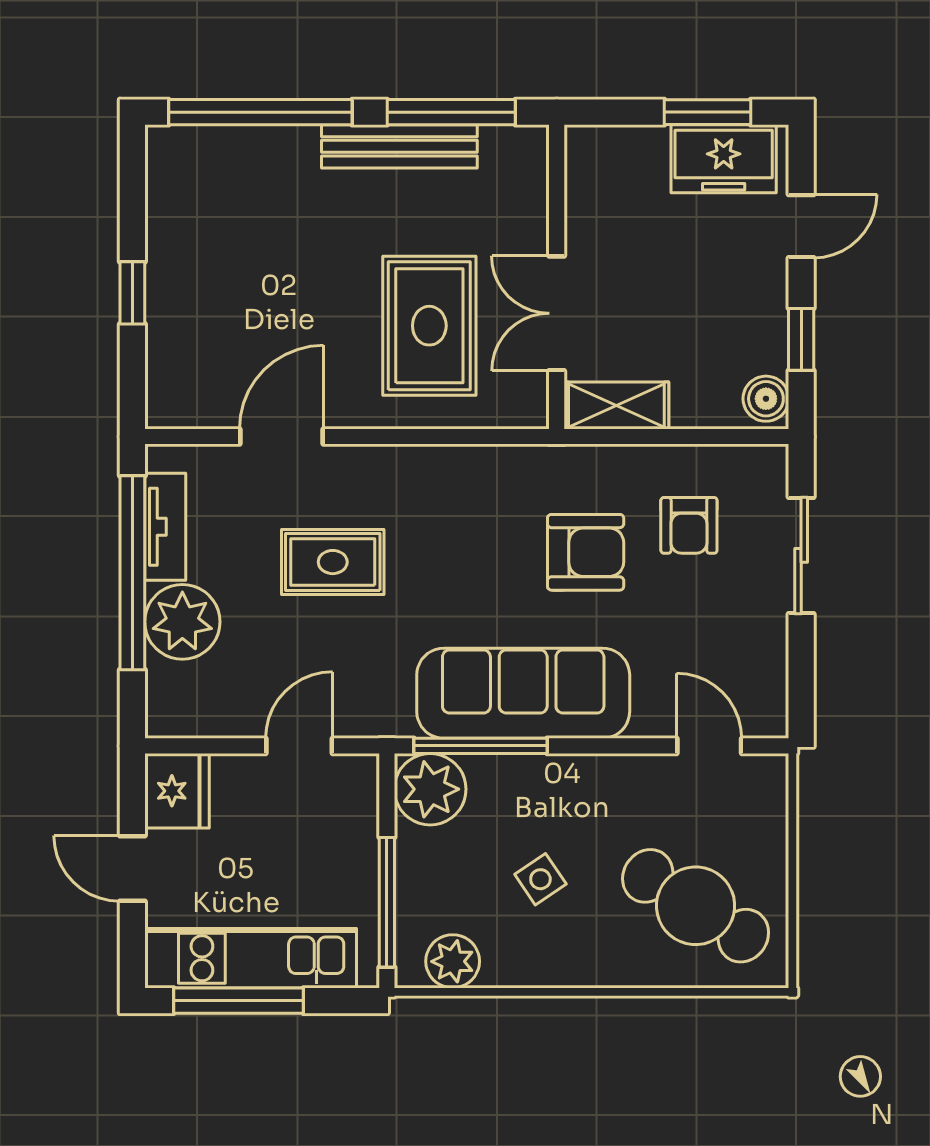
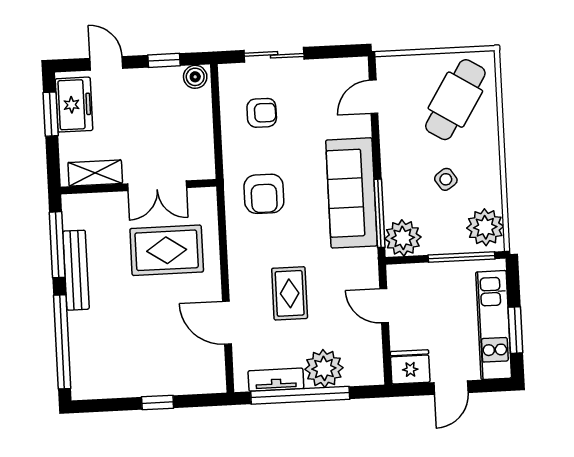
shelving: (616, 406) -> (95, 173), moved, turned 90
armchair: (586, 552) -> (264, 194), moved, turned 180
plant: (453, 961) -> (485, 227), width x1.36, depth x1.36
window: (238, 1001) -> (515, 330), width x0.69

